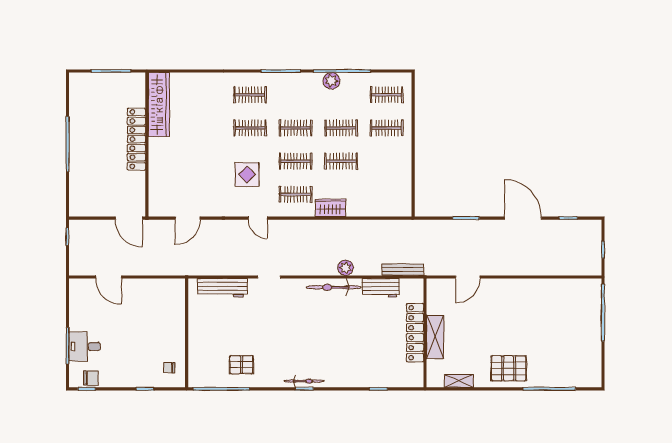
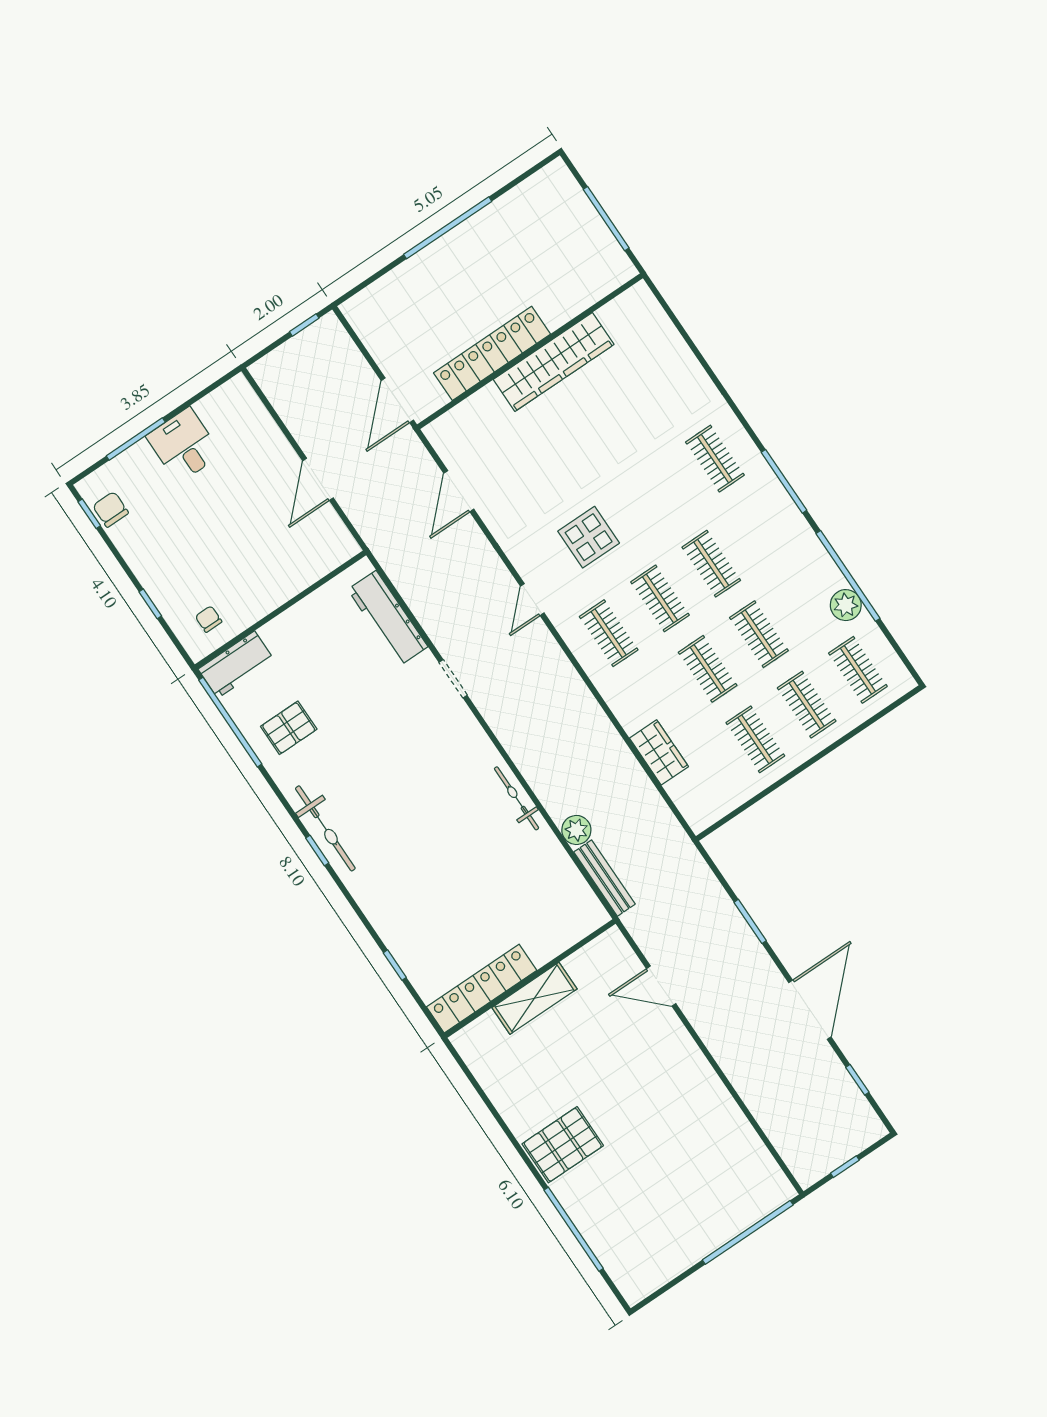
plant: (331, 81) -> (846, 605), moved
wardrobe: (159, 105) -> (554, 362), moved
clothes rail: (250, 128) -> (755, 739), moved
locker: (136, 139) -> (492, 353), moved
wardrobe: (331, 208) -> (659, 752), moved
door: (188, 218) -> (459, 491), hinge flipped
plant: (346, 268) -> (576, 830), moved
door: (109, 277) -> (318, 479), moved
bicycle: (334, 287) -> (516, 798), width x0.73, depth x0.71
workbench: (381, 288) -> (236, 665), moved, turned -90
locker: (415, 333) -> (482, 989), moved
desk: (85, 346) -> (184, 445), moved
pallet: (241, 365) -> (289, 728), turned 90
pallet: (509, 368) -> (563, 1145), turned 90
chair: (91, 378) -> (111, 509), turned 180
bicycle: (304, 381) -> (325, 828), width x1.37, depth x1.40
shelving: (459, 381) -> (491, 1081), removed

